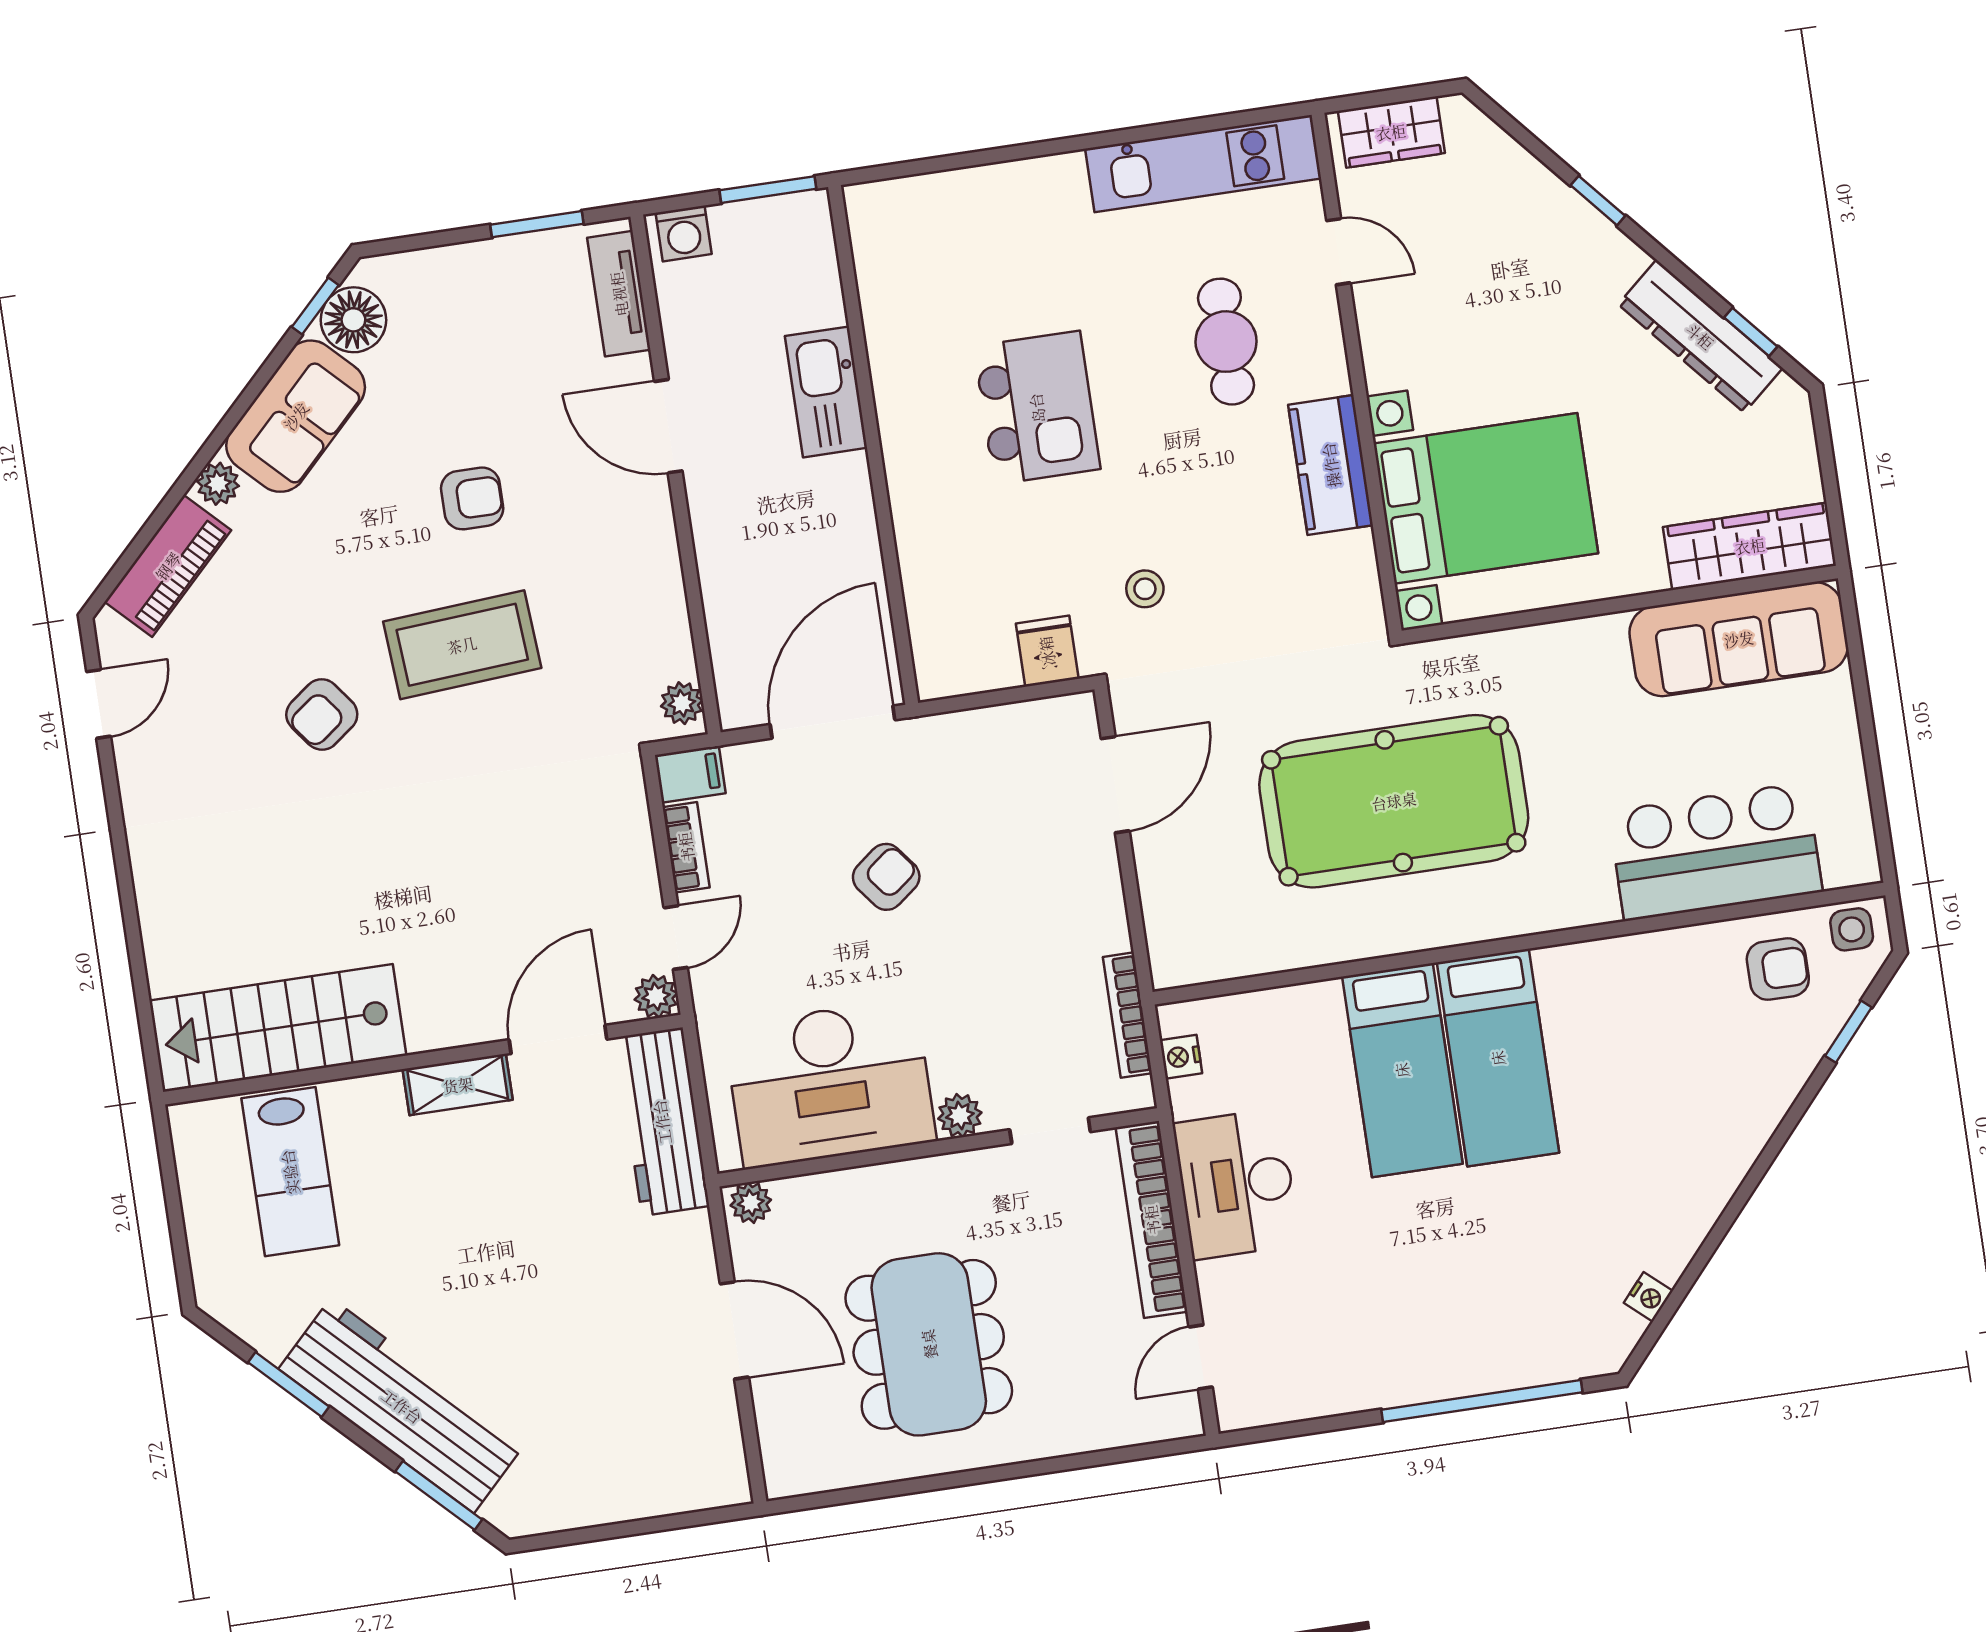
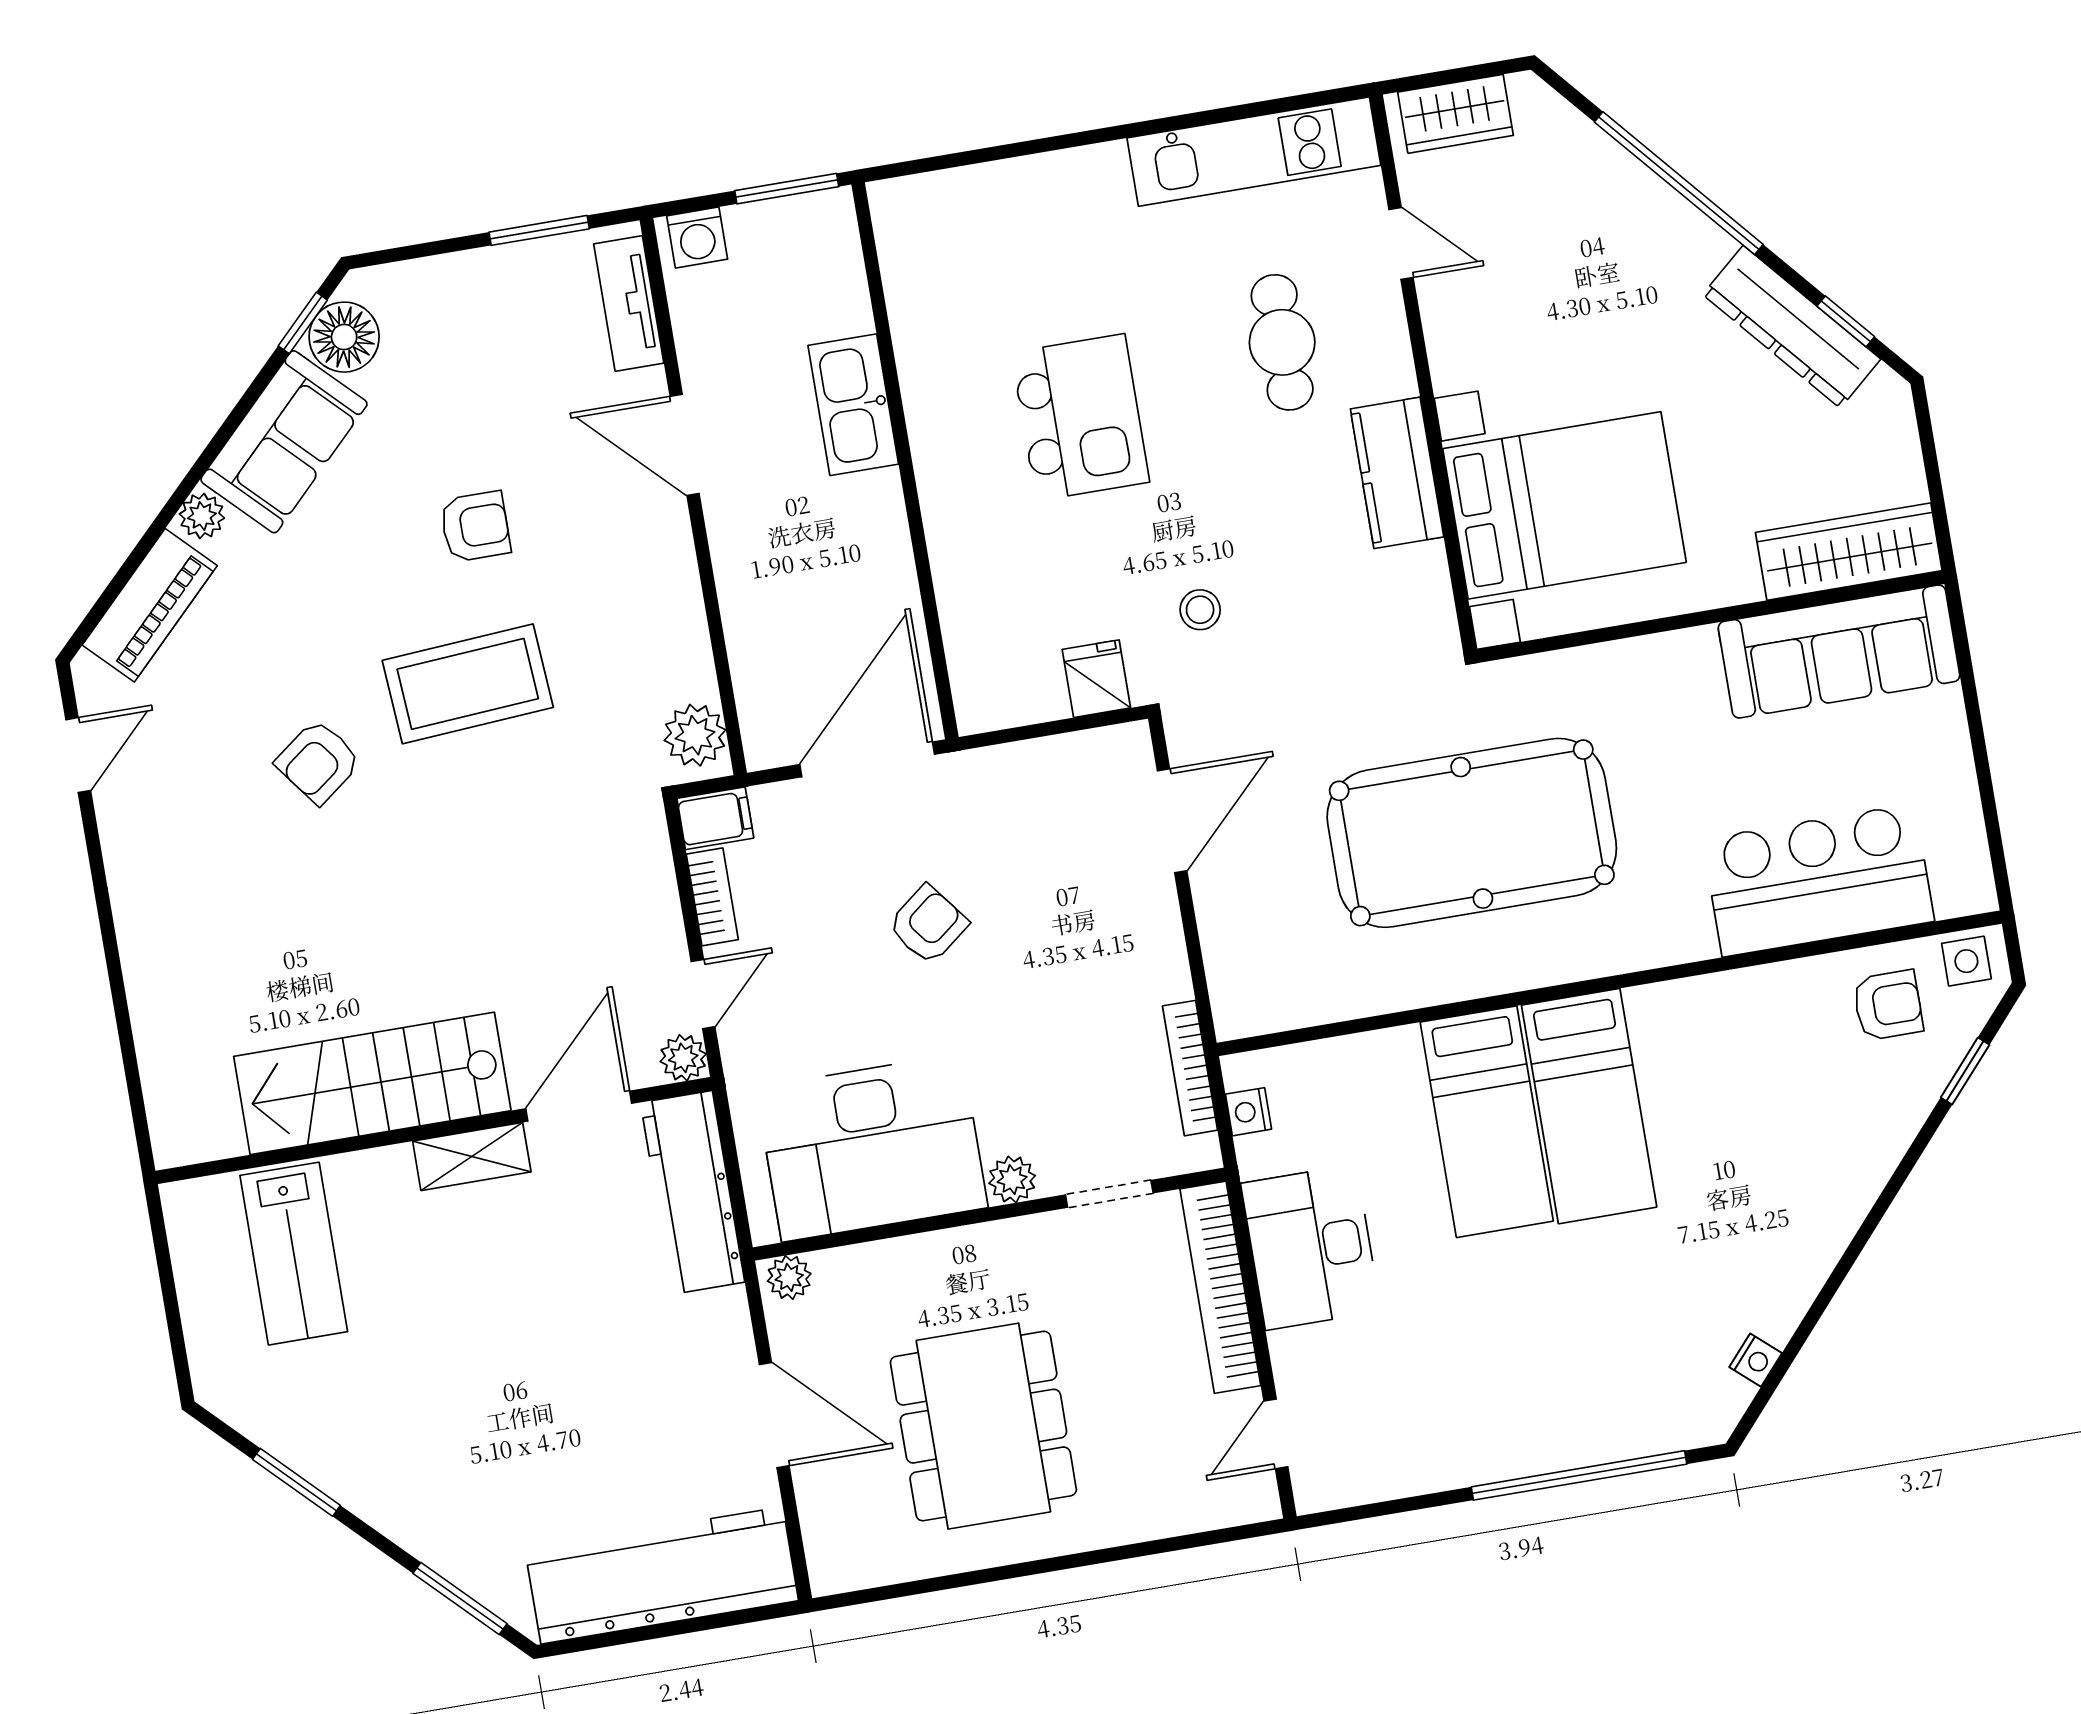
window: (1598, 201) -> (1679, 183), width x3.17
plant: (682, 703) -> (695, 735), width x1.38, depth x1.38
stairs: (278, 1028) -> (372, 1083), moved
workbench: (402, 1406) -> (662, 1575), moved, turned -45

